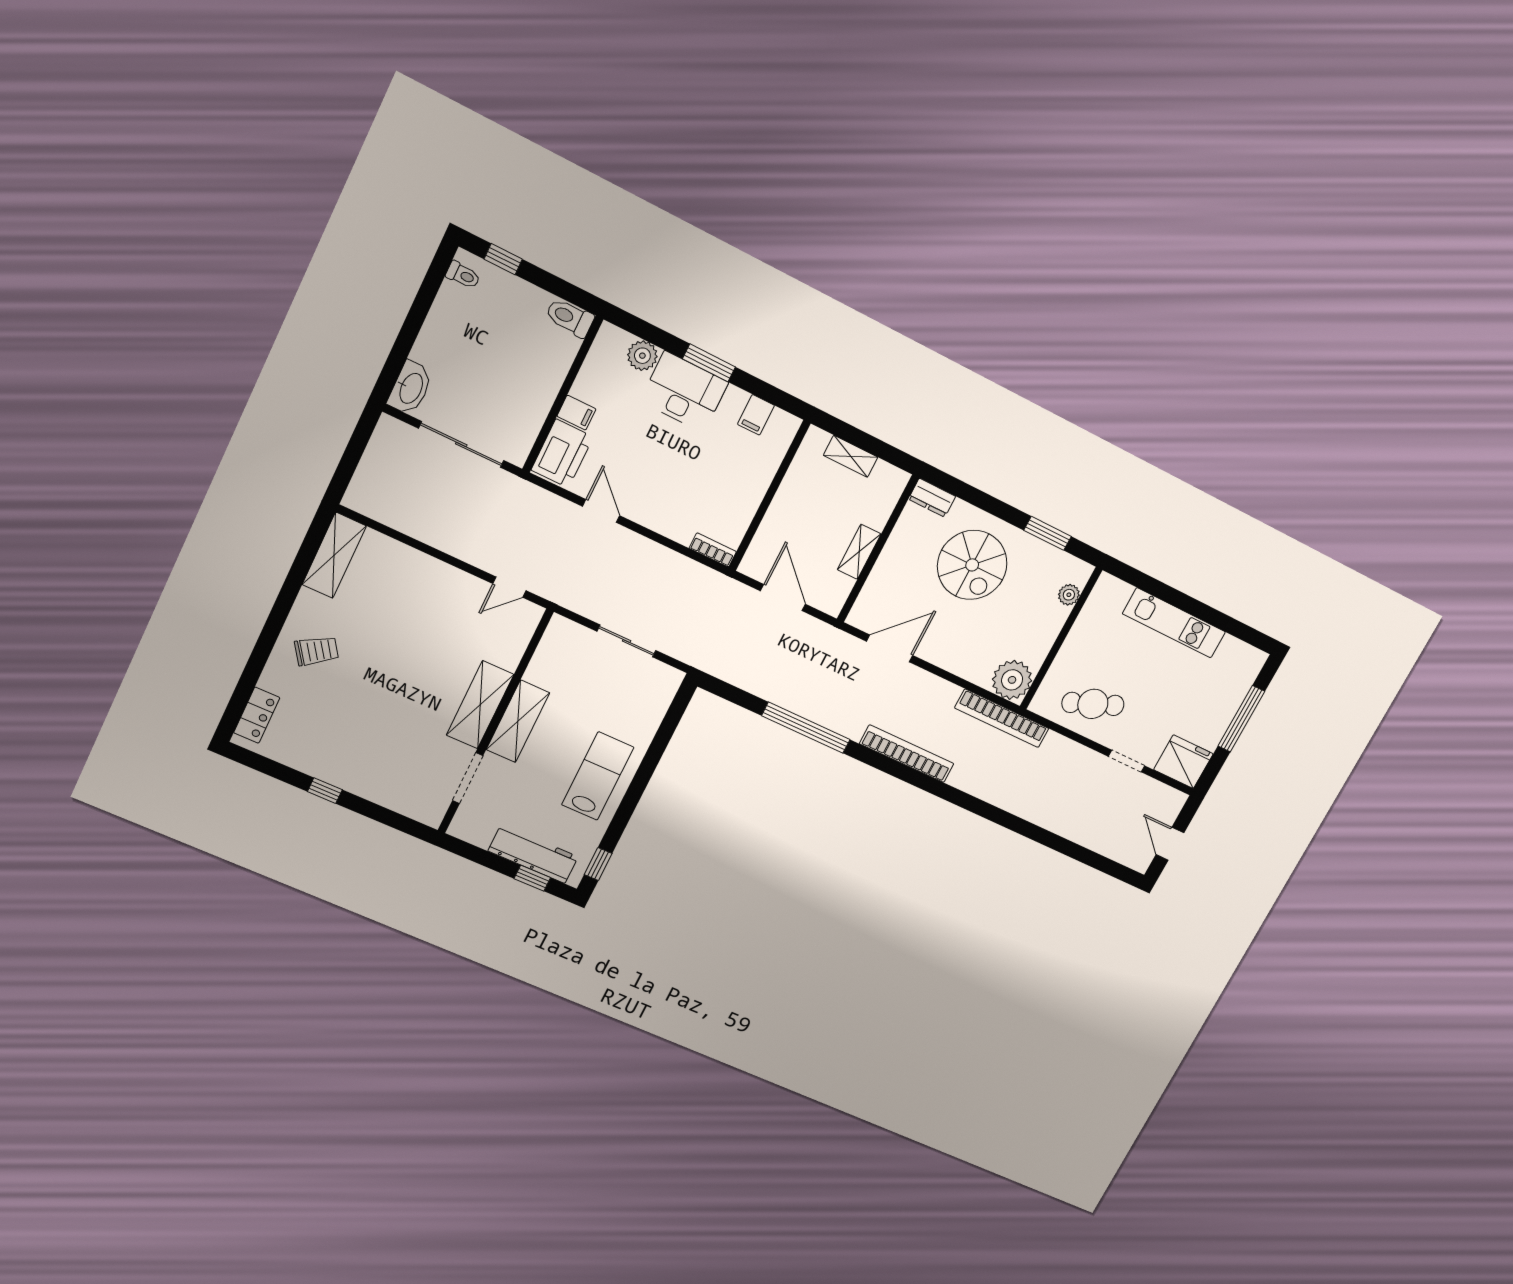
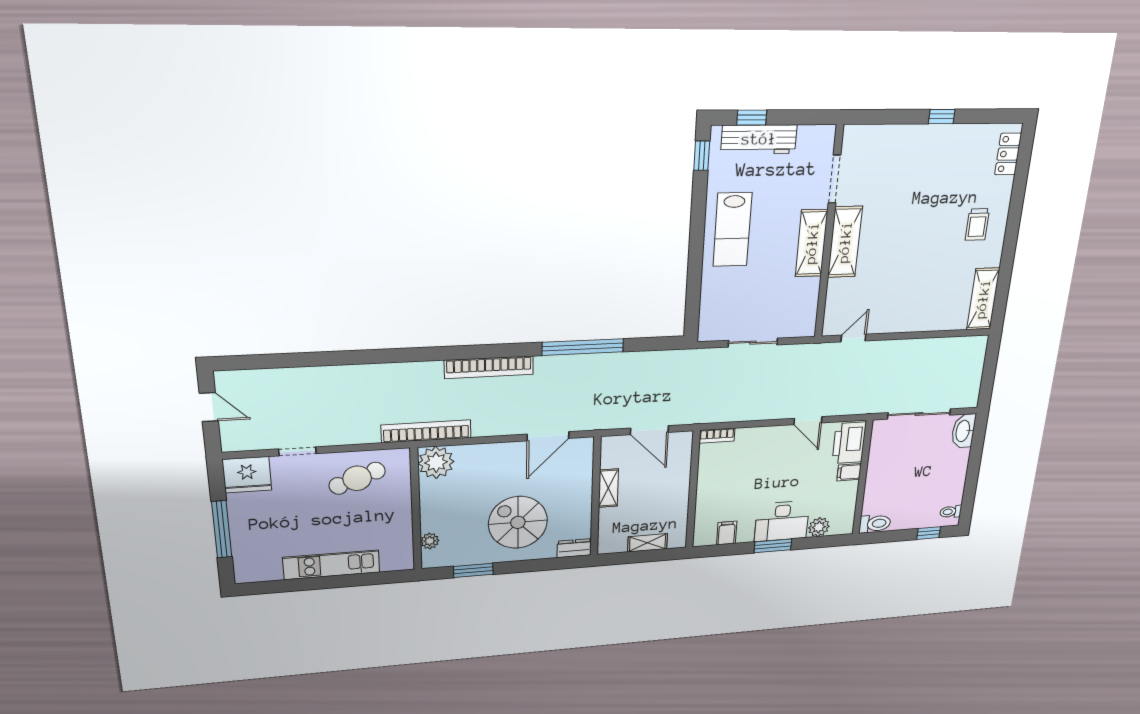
trolley: (316, 651) -> (977, 224), turned -56

